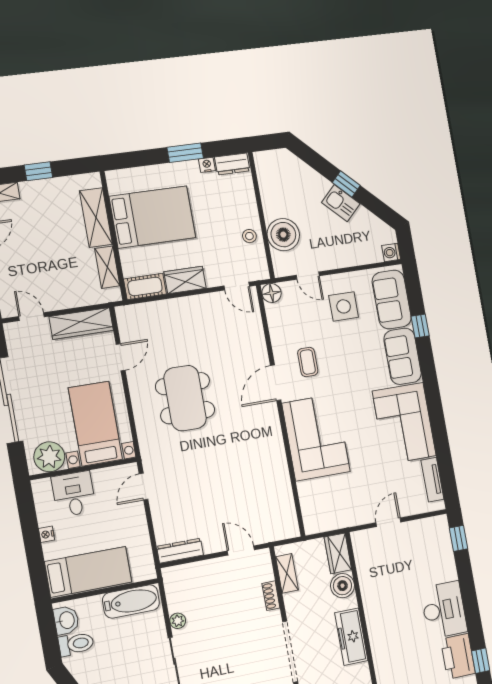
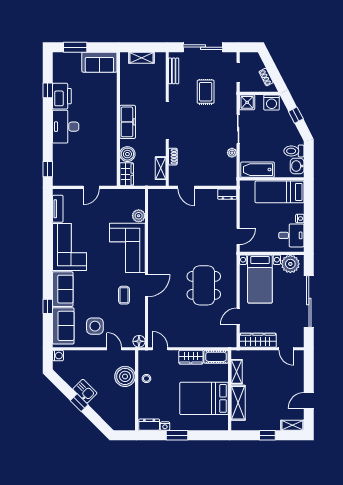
plant: (308, 491) -> (139, 216), added
desk: (74, 494) -> (291, 235), moved, turned -90
dresser: (180, 551) -> (227, 194), width x0.70

